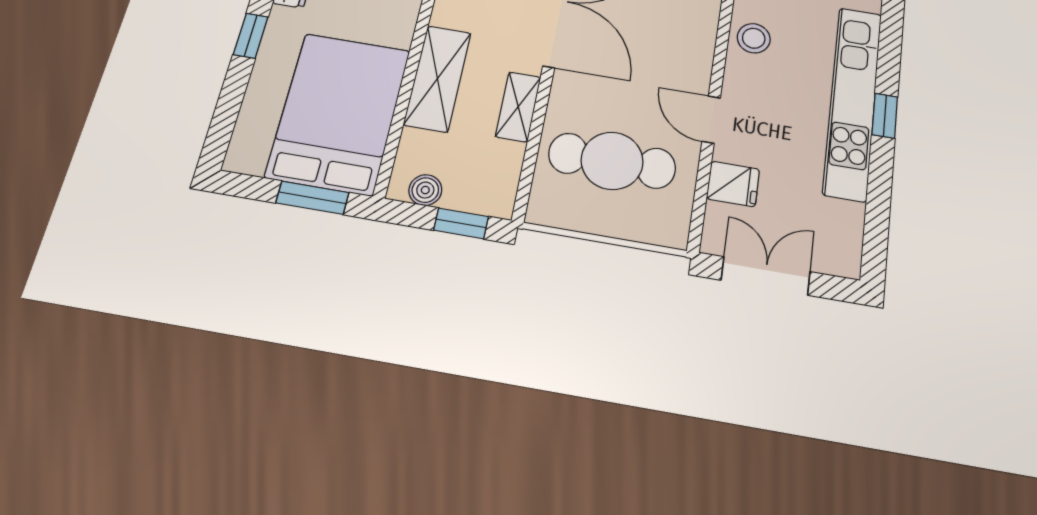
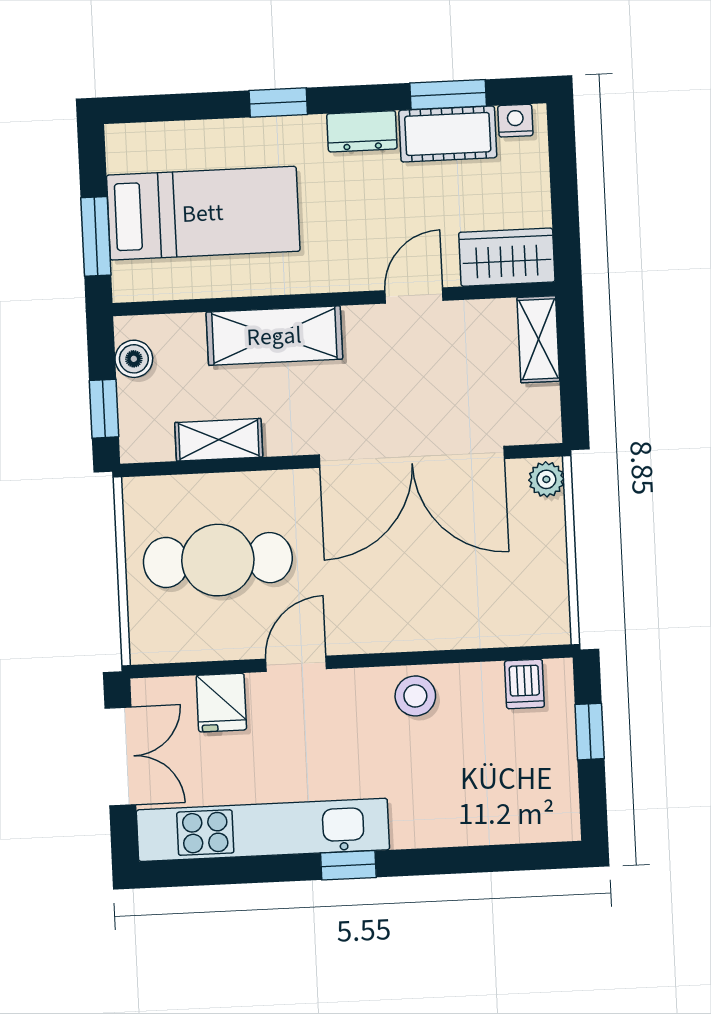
kitchen unit: (853, 102) -> (263, 830), moved
shelving: (518, 107) -> (219, 440), moved
bed: (338, 113) -> (203, 213), width x0.67
cafe table: (612, 161) -> (218, 560), turned 90

